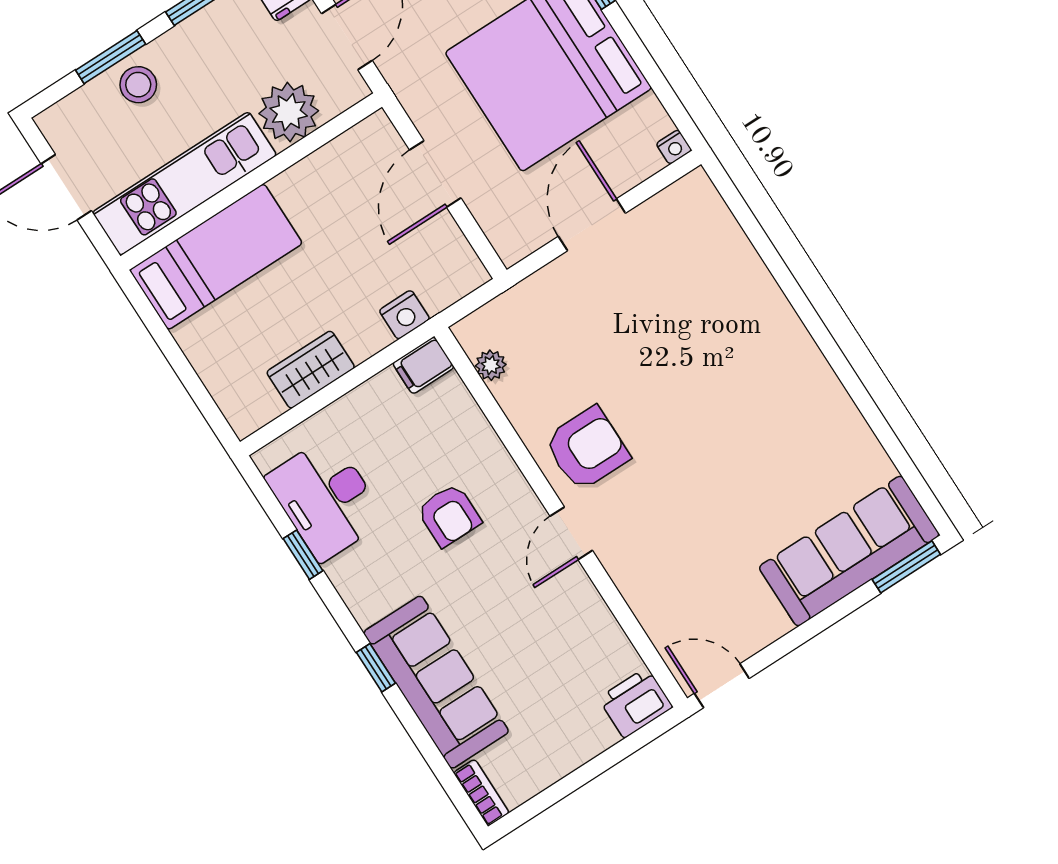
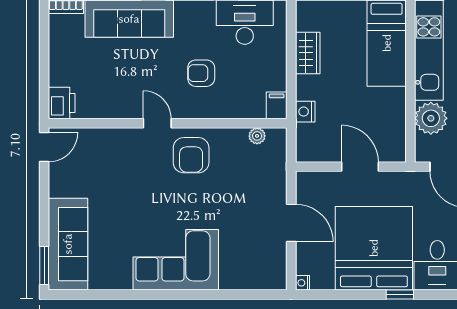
corner sofa: (765, 367) -> (176, 260), added

